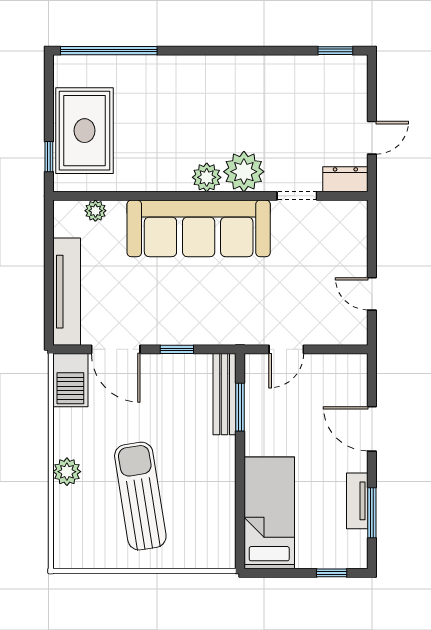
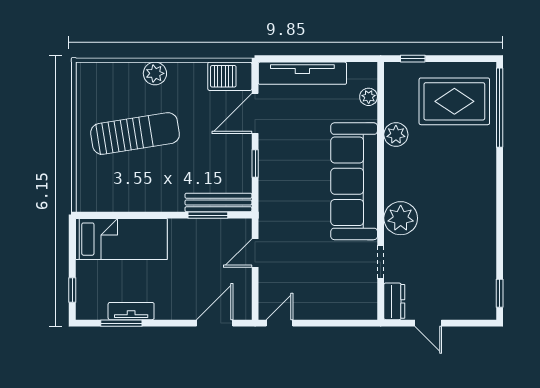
rug: (85, 131) -> (454, 101), moved
plant: (207, 177) -> (396, 135), moved
door: (372, 294) -> (280, 323), moved
door: (286, 349) -> (255, 253), hinge flipped
door: (372, 429) -> (215, 323), moved

